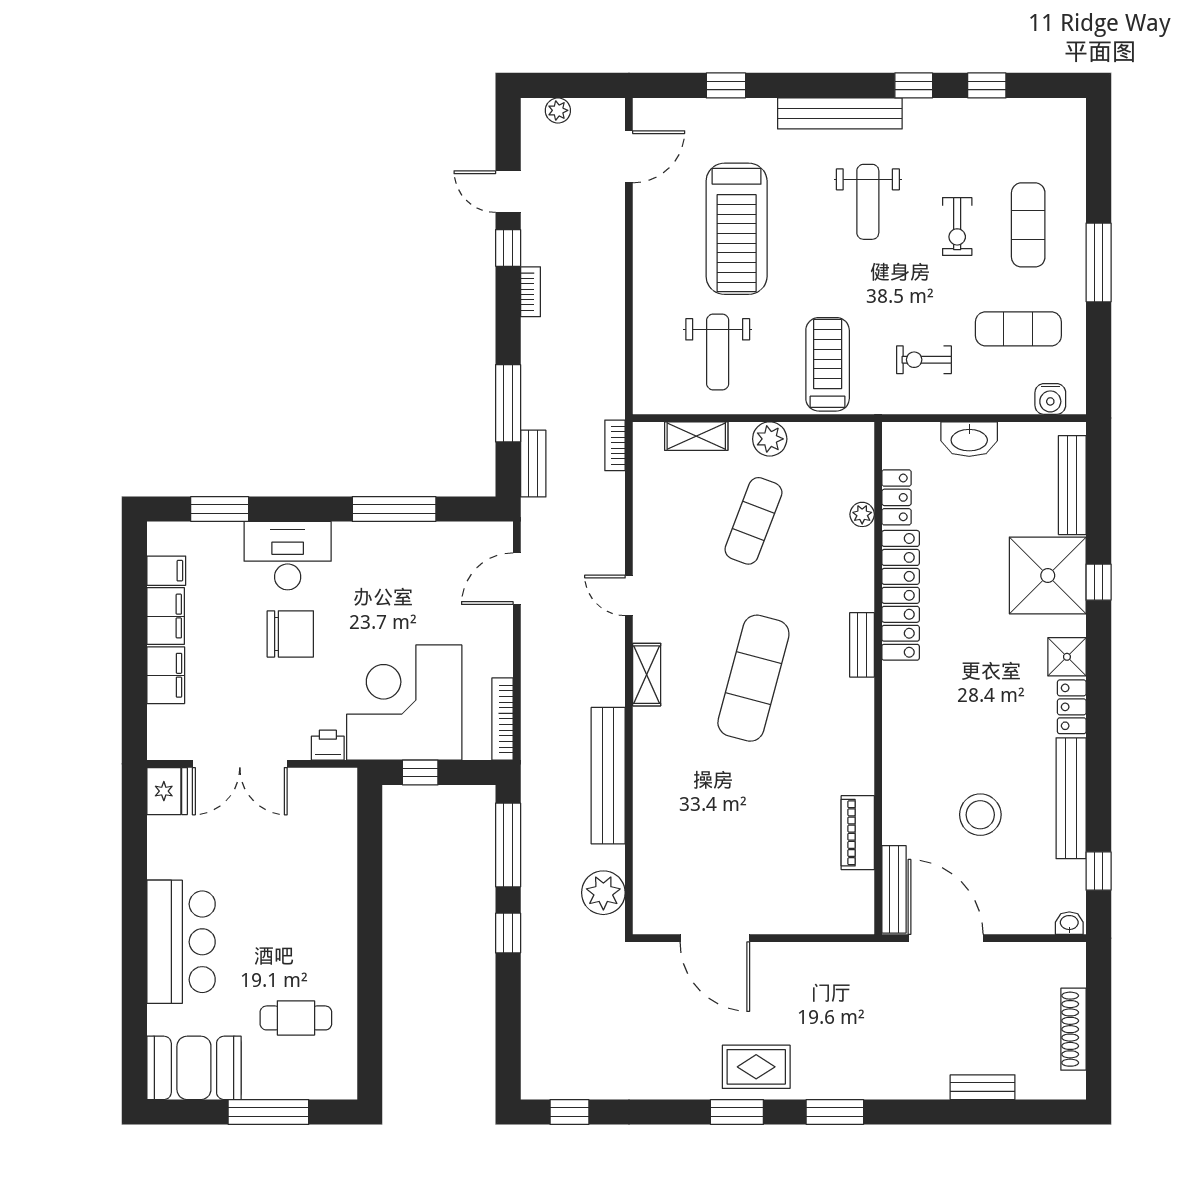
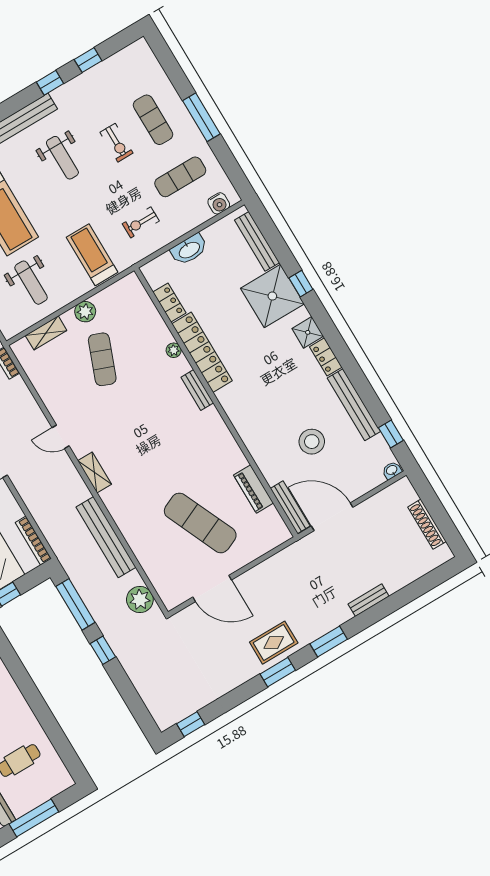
plant: (862, 514) -> (174, 350), moved
exercise mat: (753, 678) -> (200, 523), moved, turned -39
bench: (983, 1087) -> (369, 600), moved

